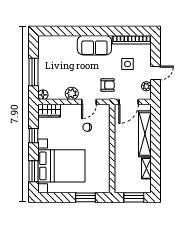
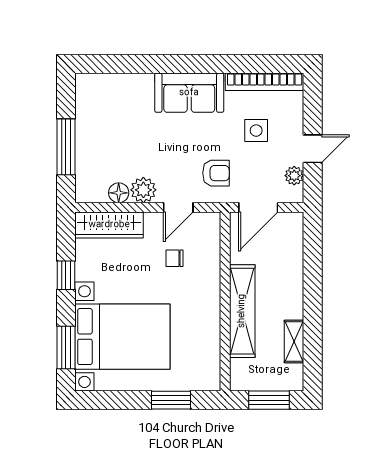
floor lamp: (43, 95) -> (119, 193), moved
wardrobe: (49, 111) -> (109, 225), width x1.50
shelving: (145, 134) -> (242, 311), moved

